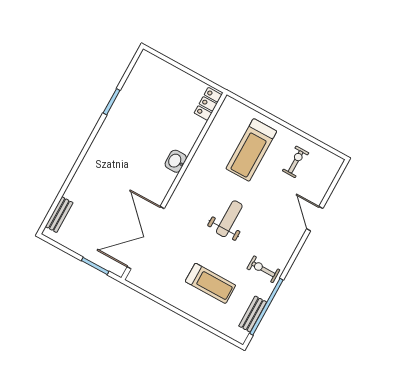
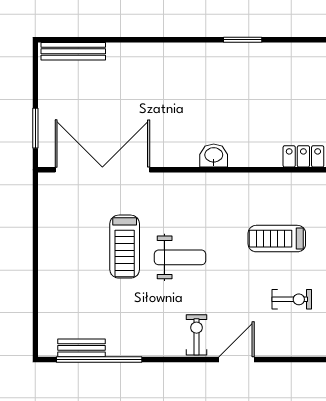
treadmill: (251, 150) -> (277, 239), width x0.73, depth x0.73
bench: (59, 215) -> (73, 51), width x1.36
exercise bike: (263, 269) -> (197, 335), moved
treadmill: (210, 283) -> (125, 247), moved

